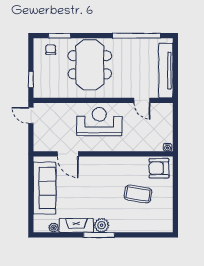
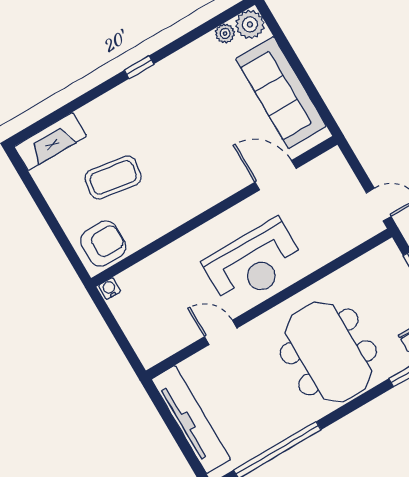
door: (142, 100) -> (221, 332), moved
fireplace: (76, 225) -> (50, 141), moved
plant: (102, 225) -> (250, 24), moved
window: (99, 235) -> (139, 67), width x0.46

